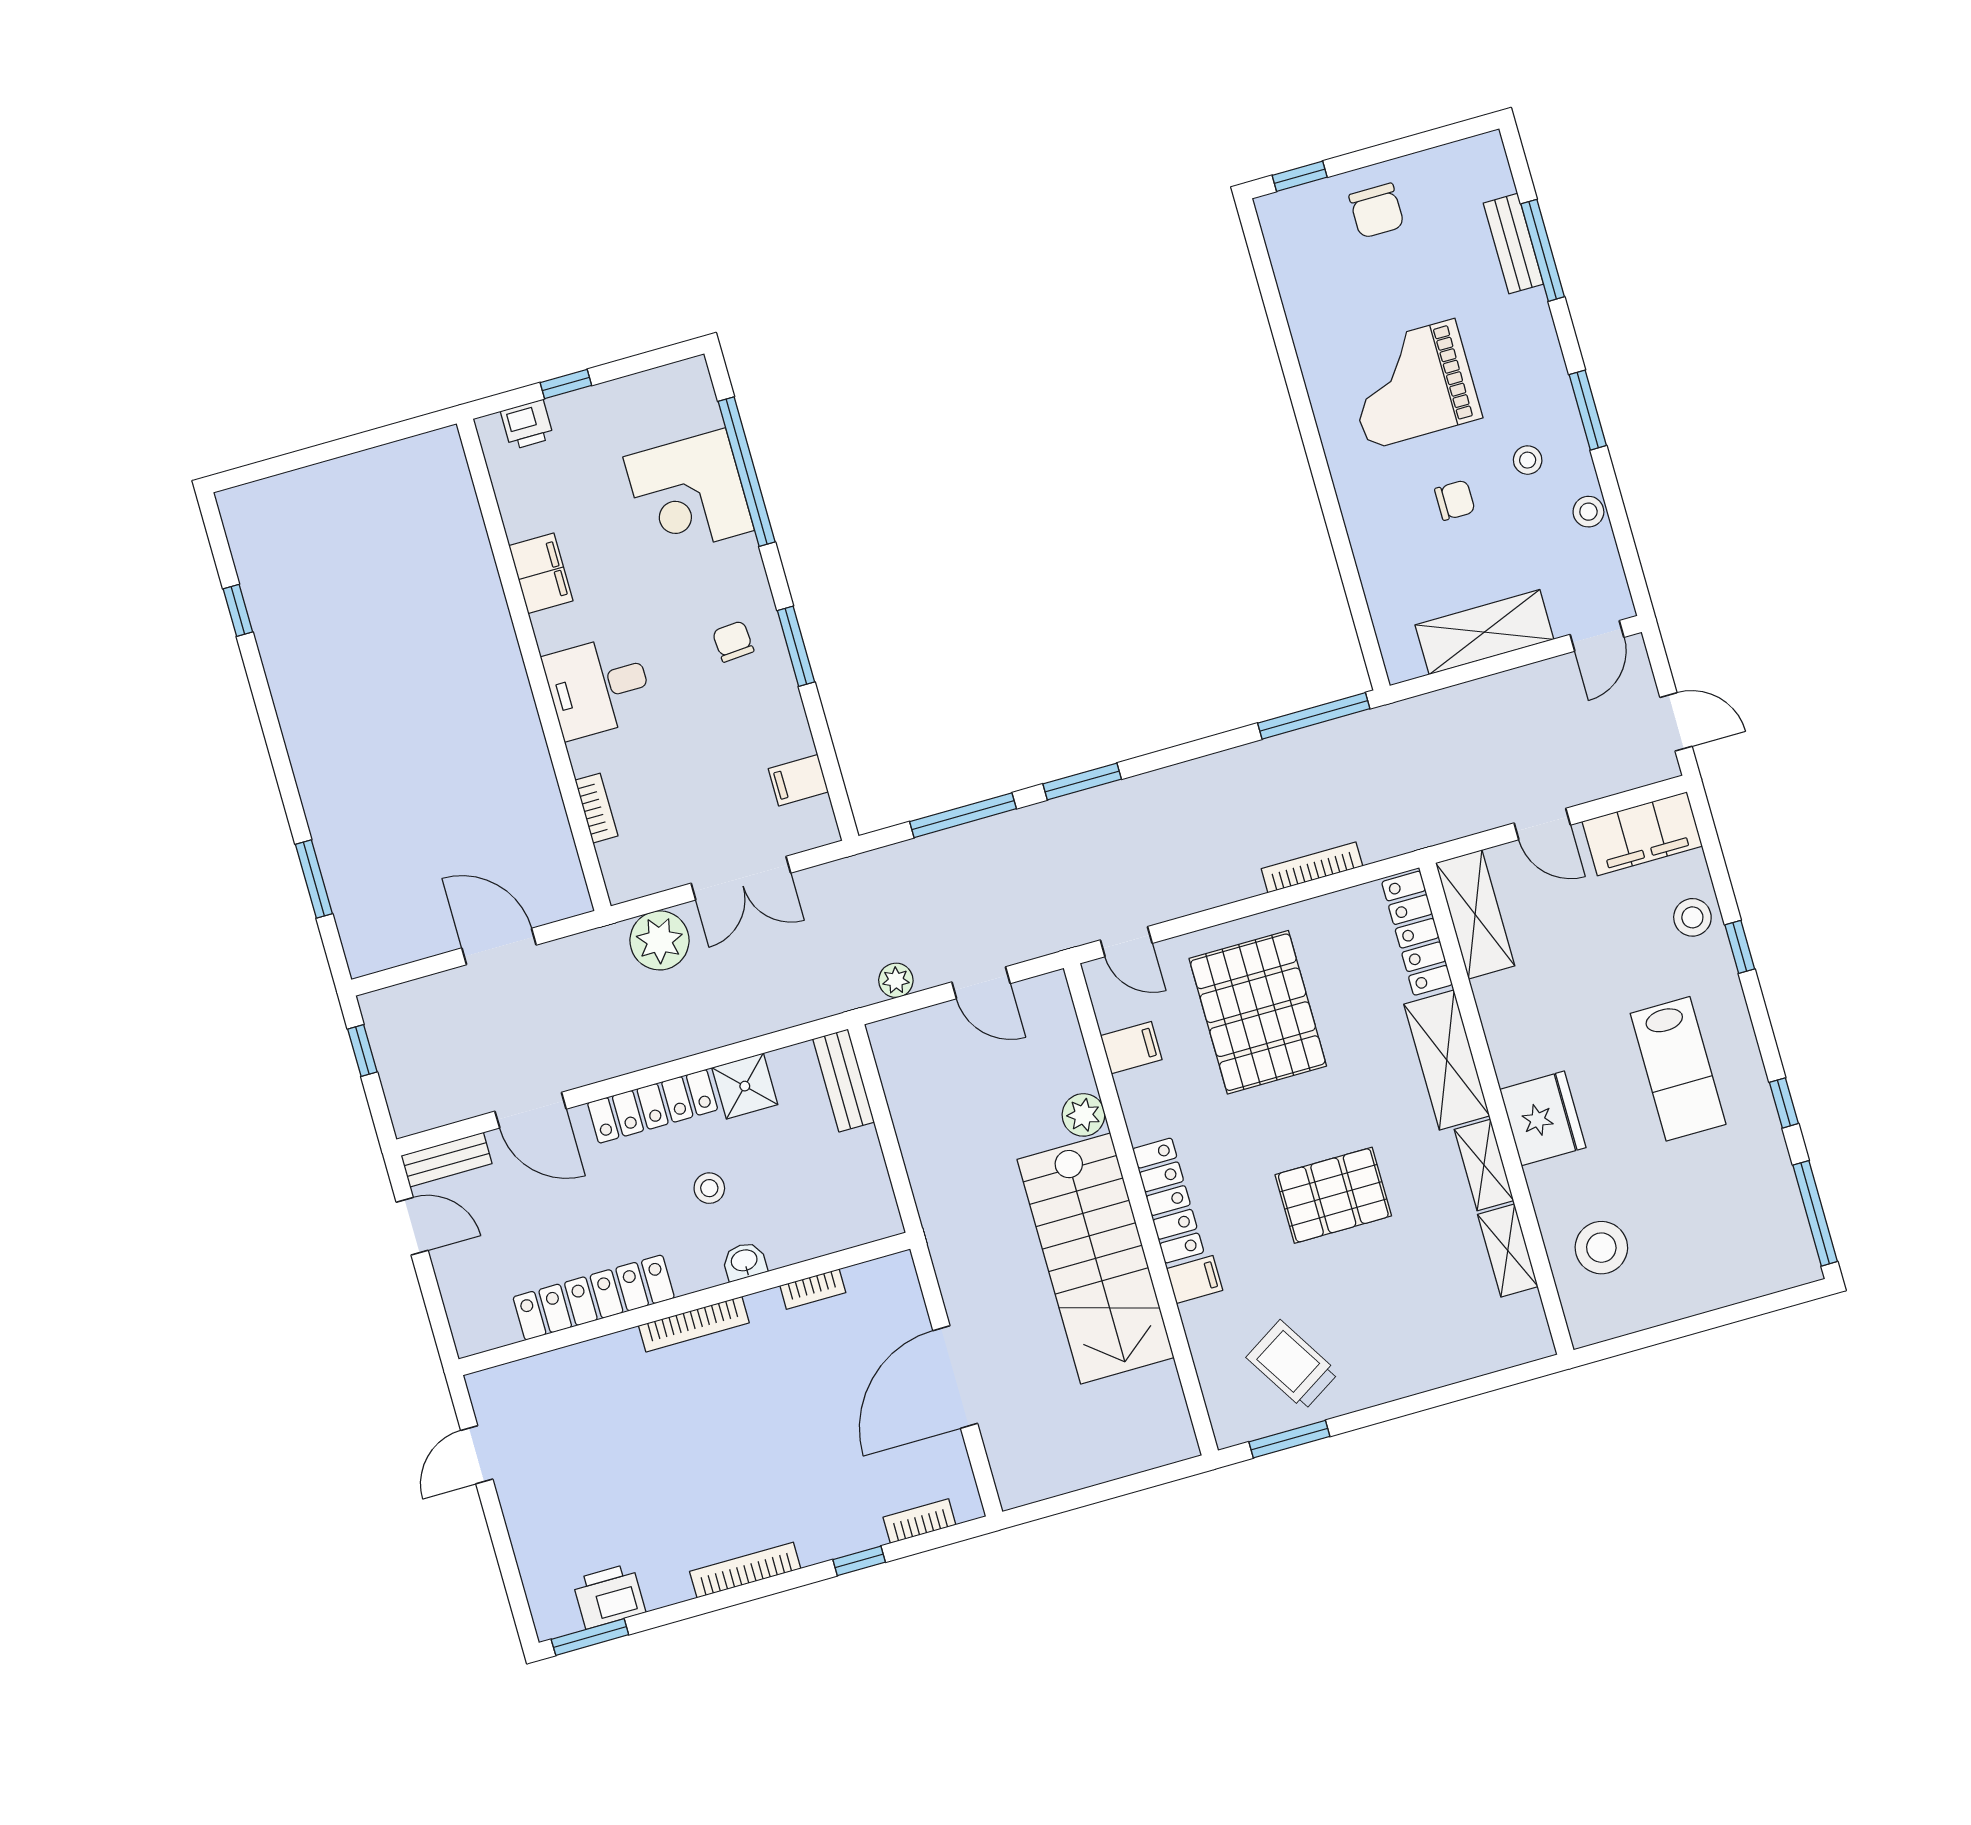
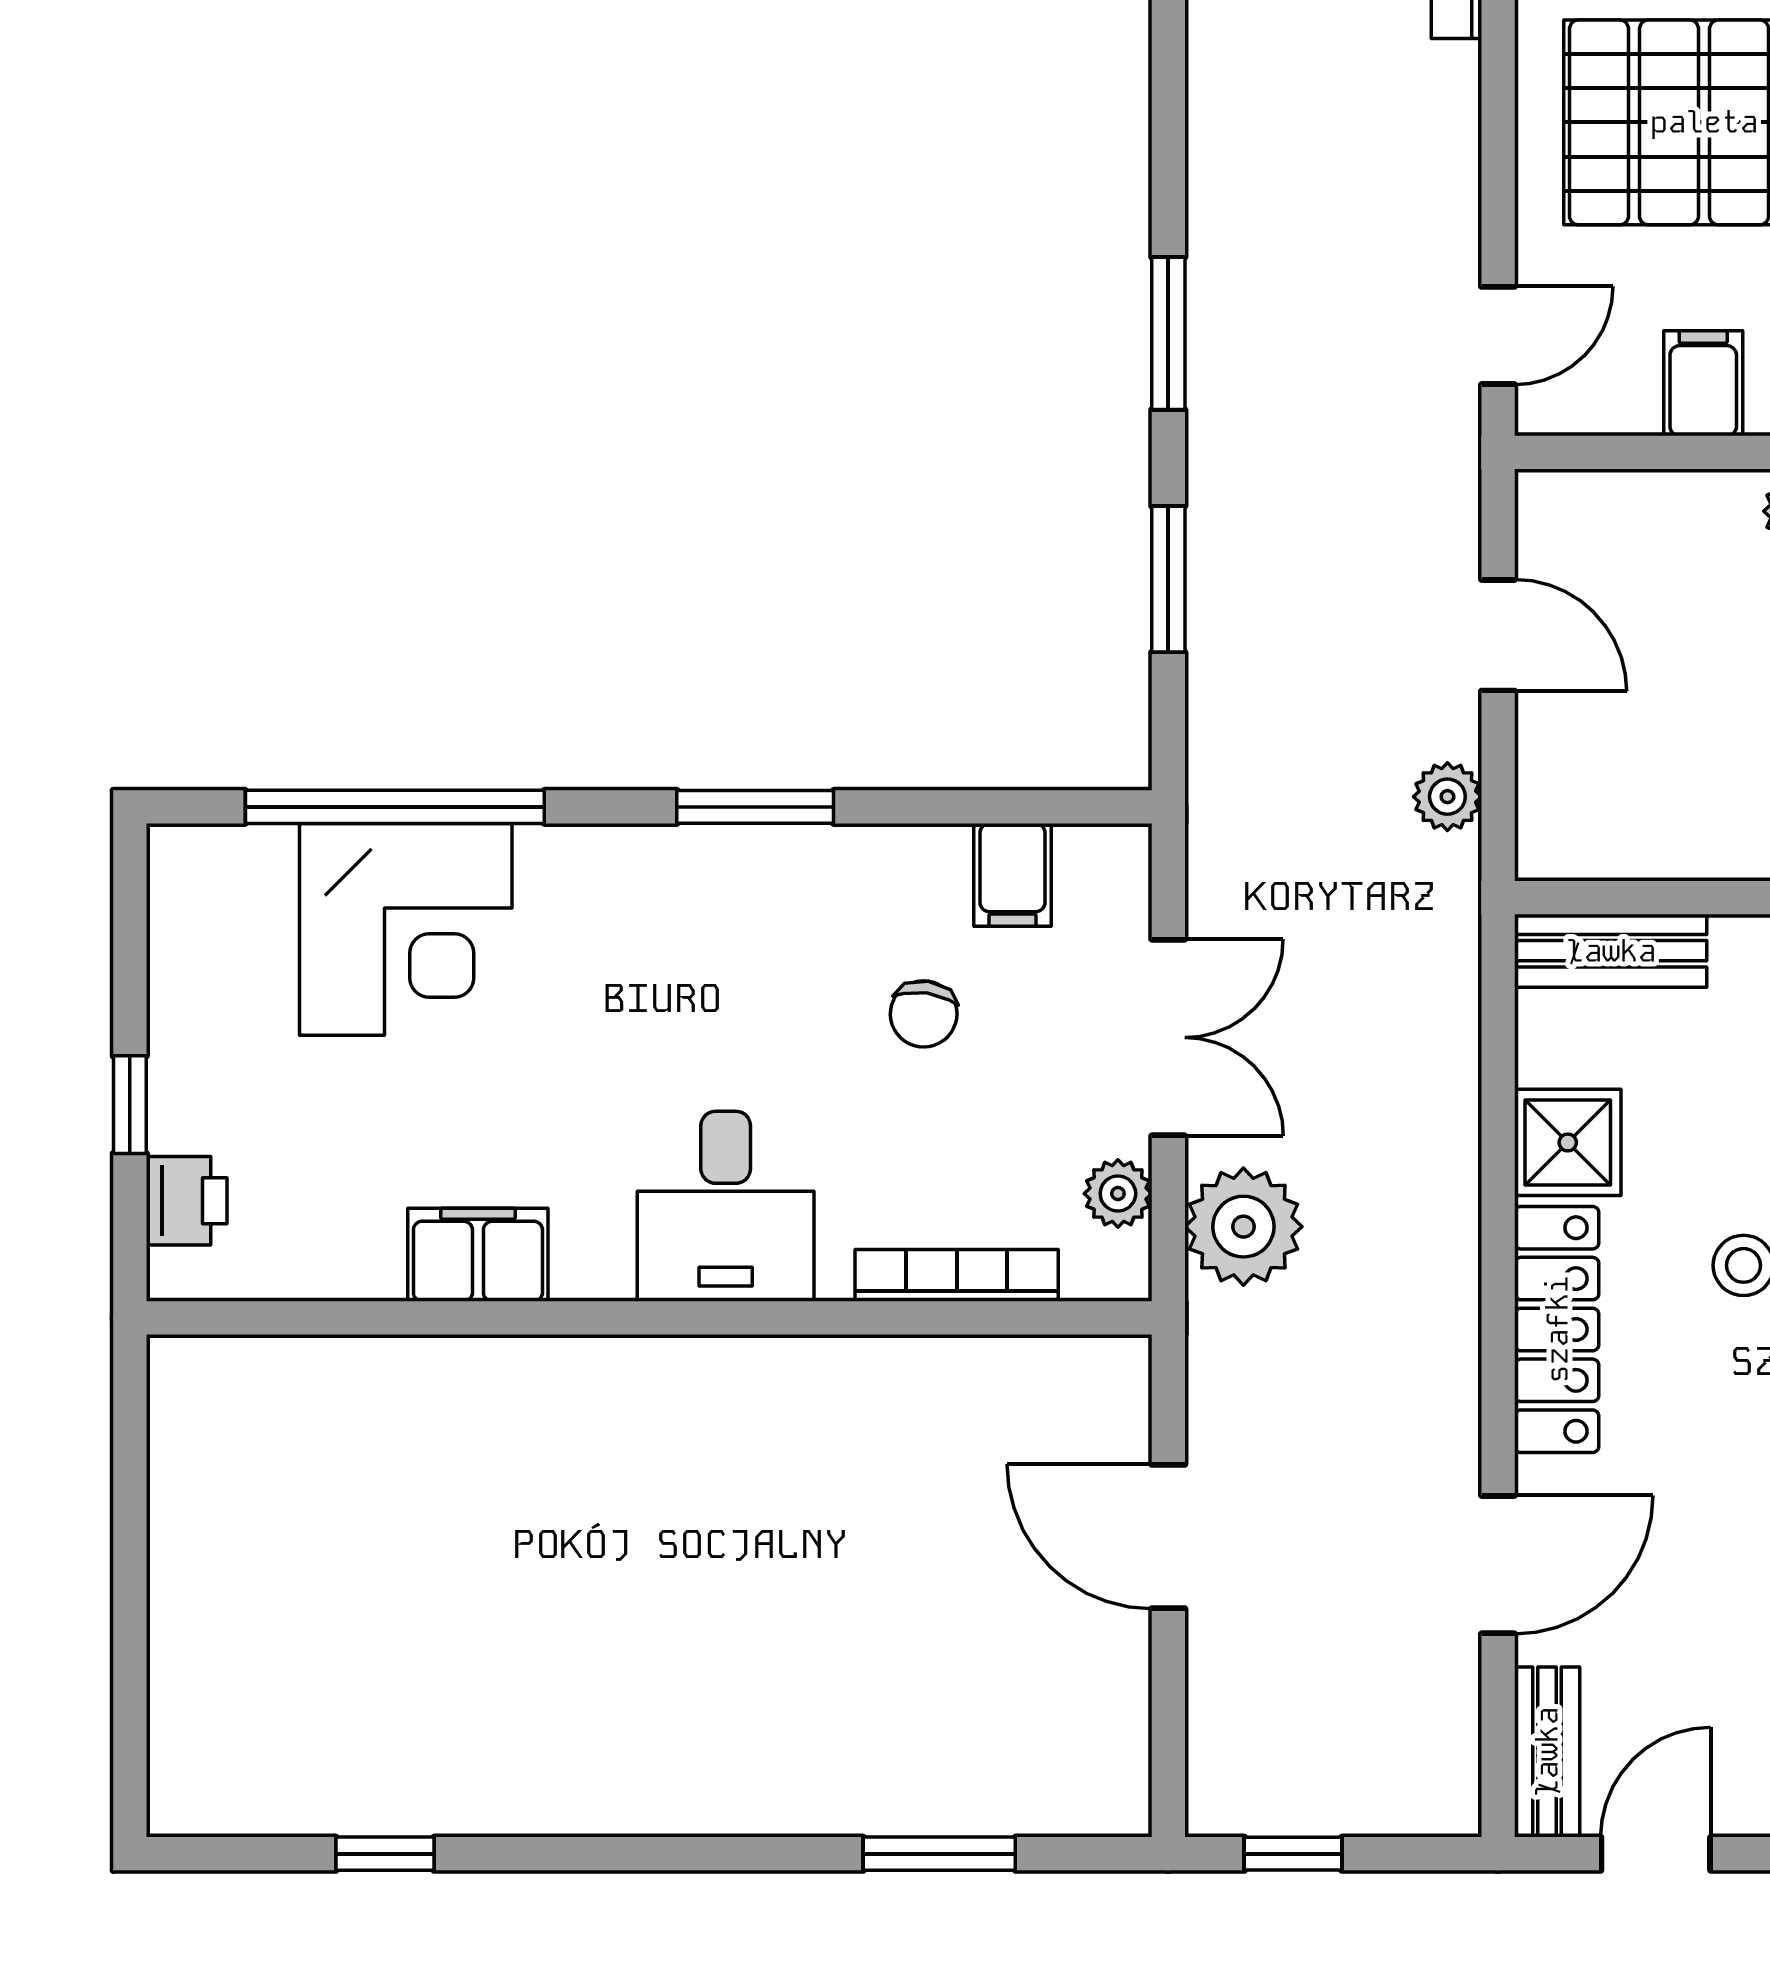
chair: (733, 641) -> (924, 1014), moved, turned -78
bookcase: (596, 808) -> (957, 1275), width x1.56
window: (963, 815) -> (1168, 579), width x0.69
plant: (658, 875) -> (1118, 1194), added
door: (499, 947) -> (1168, 1536), hinge flipped
door: (981, 983) -> (1498, 635), hinge flipped

